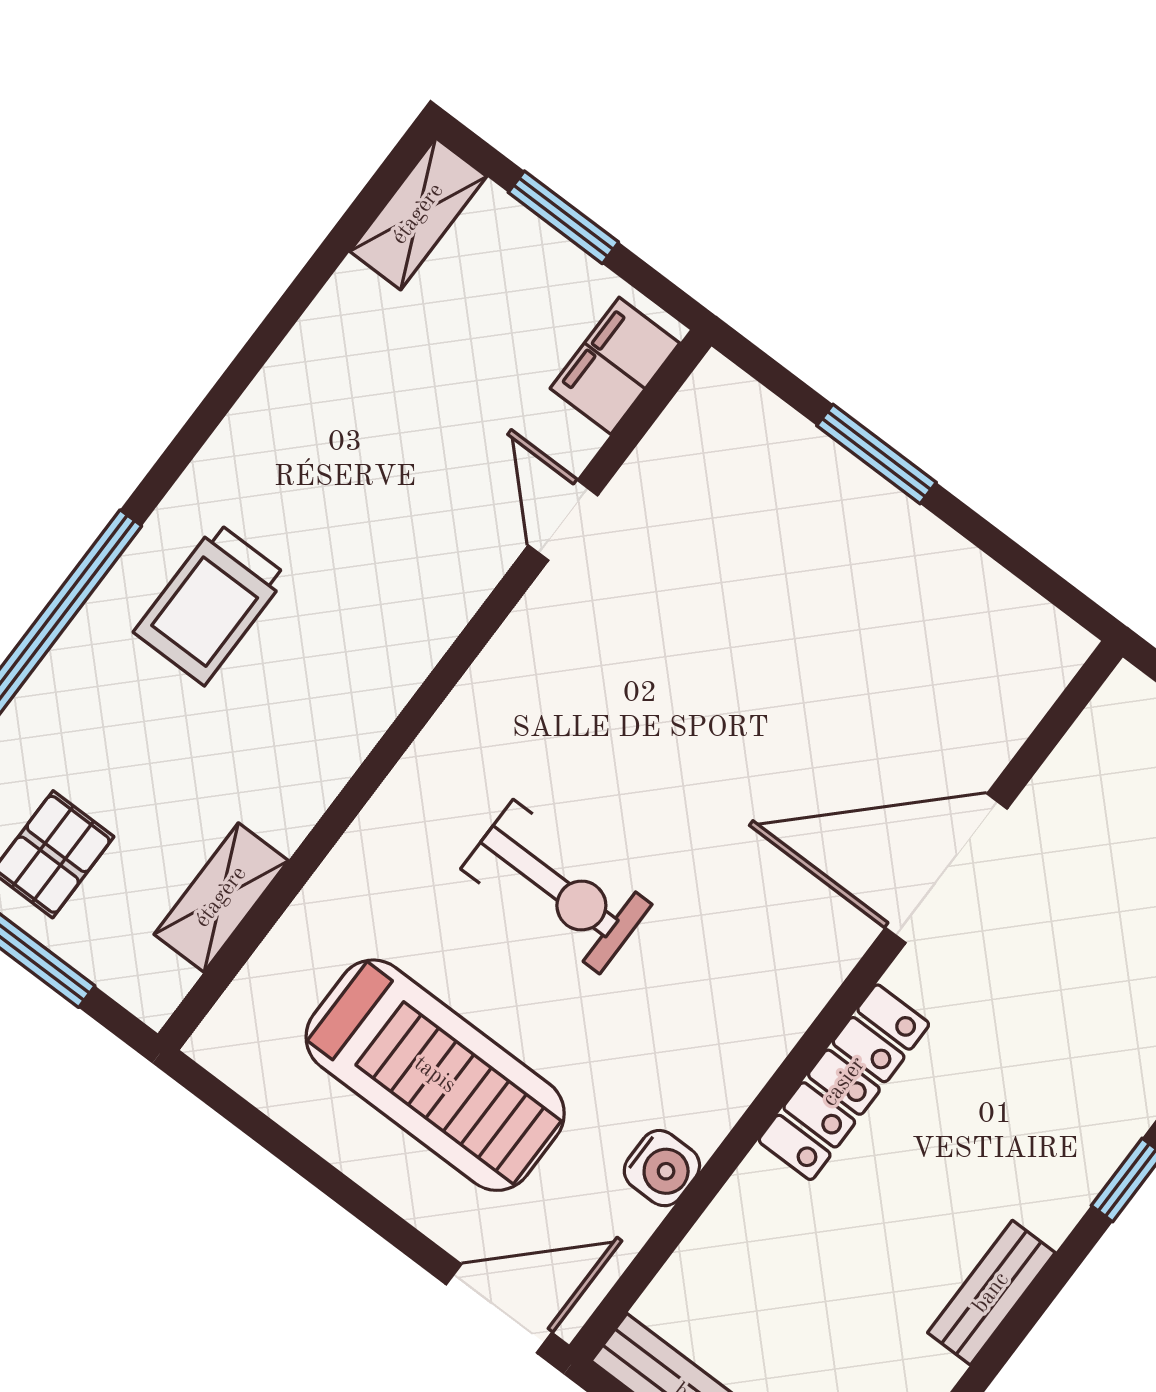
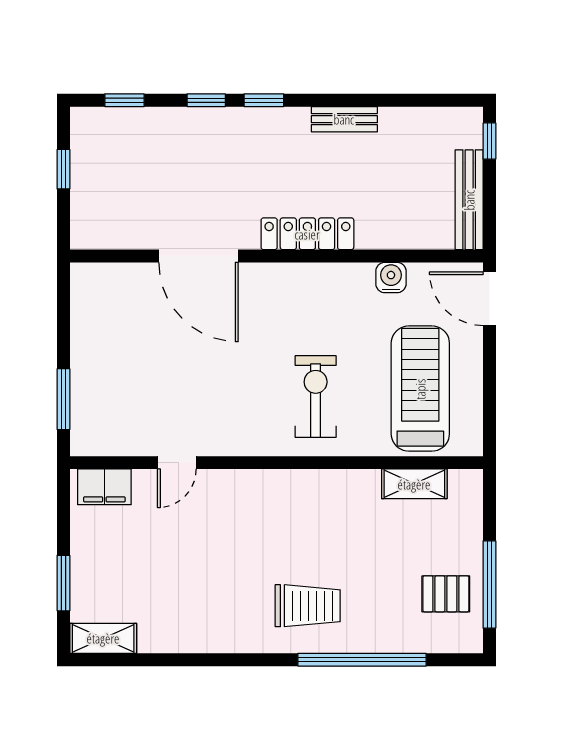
filing cabinet: (615, 366) -> (104, 487), moved
door: (563, 520) -> (177, 463), moved
wall: (435, 690) -> (276, 463), moved
shelving: (221, 897) -> (414, 484), moved

